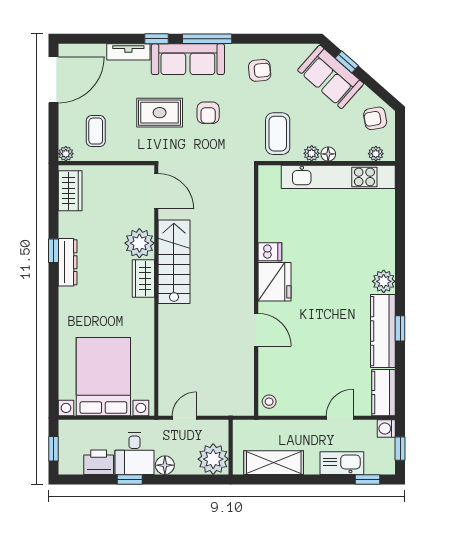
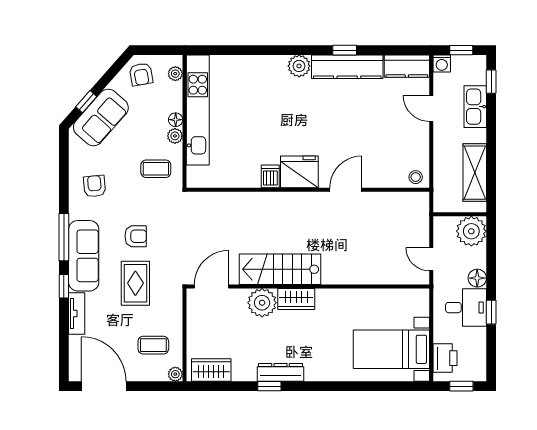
coffee table: (278, 134) -> (156, 169), width x0.73, depth x0.77
bed with nightstands: (103, 377) -> (391, 349), width x0.73
printer: (99, 462) -> (445, 358), moved, turned 180

